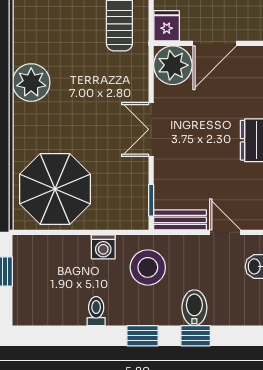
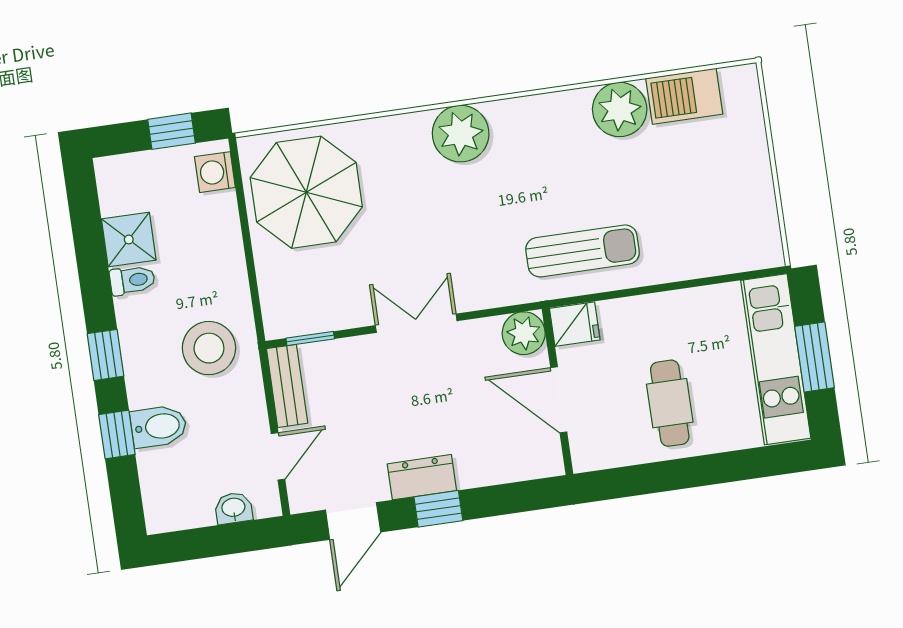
plant: (173, 65) -> (524, 333), width x0.73, depth x0.73
washing machine: (103, 247) -> (215, 172), moved
shower: (69, 310) -> (129, 240), added

